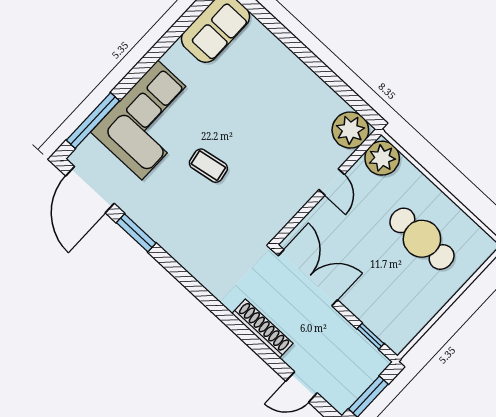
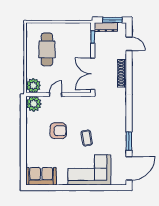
window: (93, 120) -> (106, 188), removed
armchair: (266, 129) -> (58, 131), added
dresser: (367, 374) -> (106, 27), added

